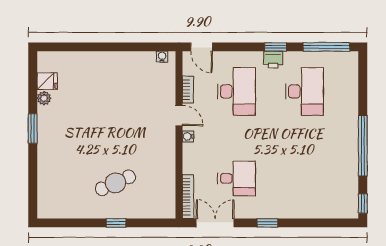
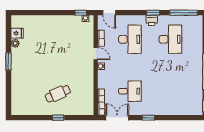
window: (154, 47) -> (81, 13), added

